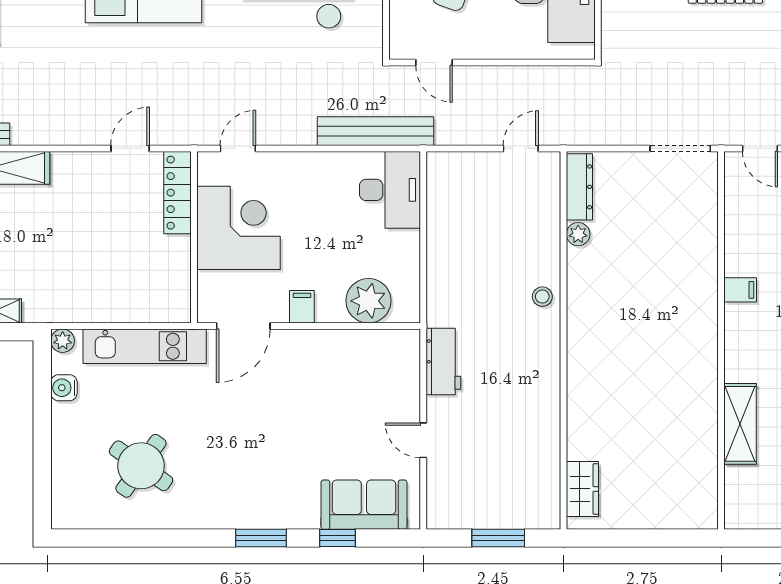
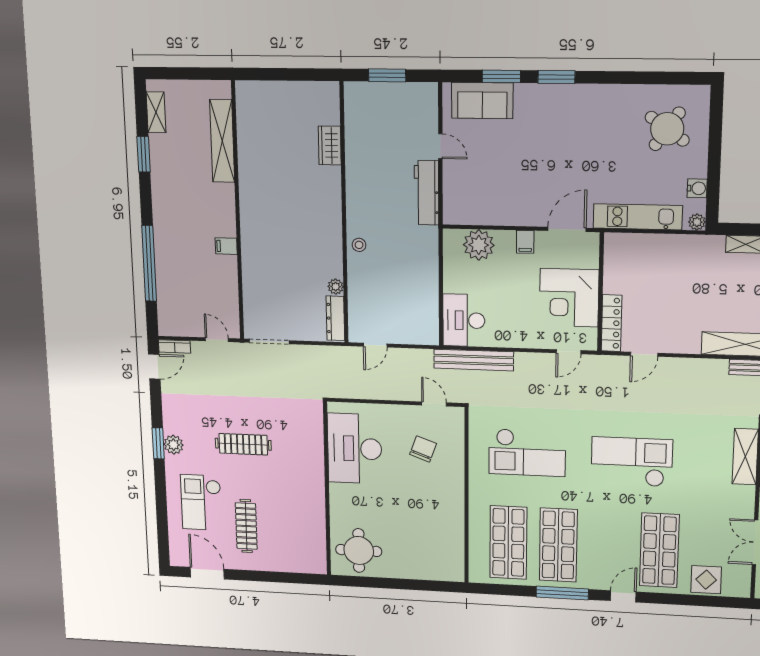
workbench: (443, 361) -> (427, 193), width x1.38
shelving: (740, 424) -> (222, 141), width x1.47
round table: (141, 466) -> (667, 129), moved
wardrobe: (582, 489) -> (330, 146), moved
window: (337, 538) -> (501, 76), width x1.50

